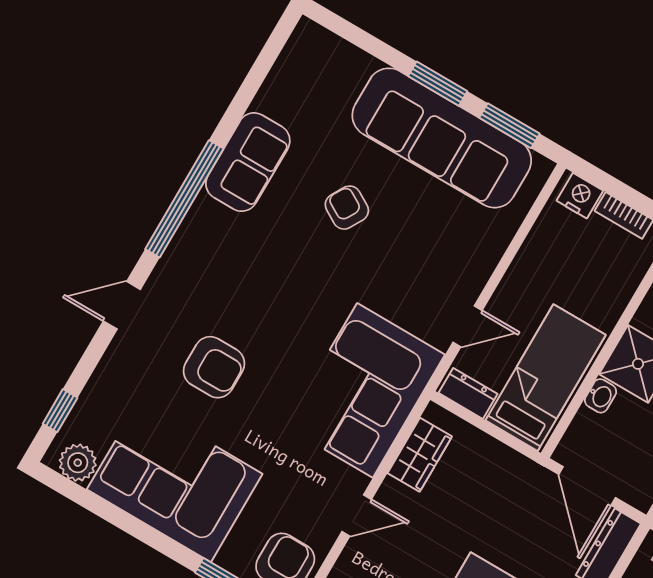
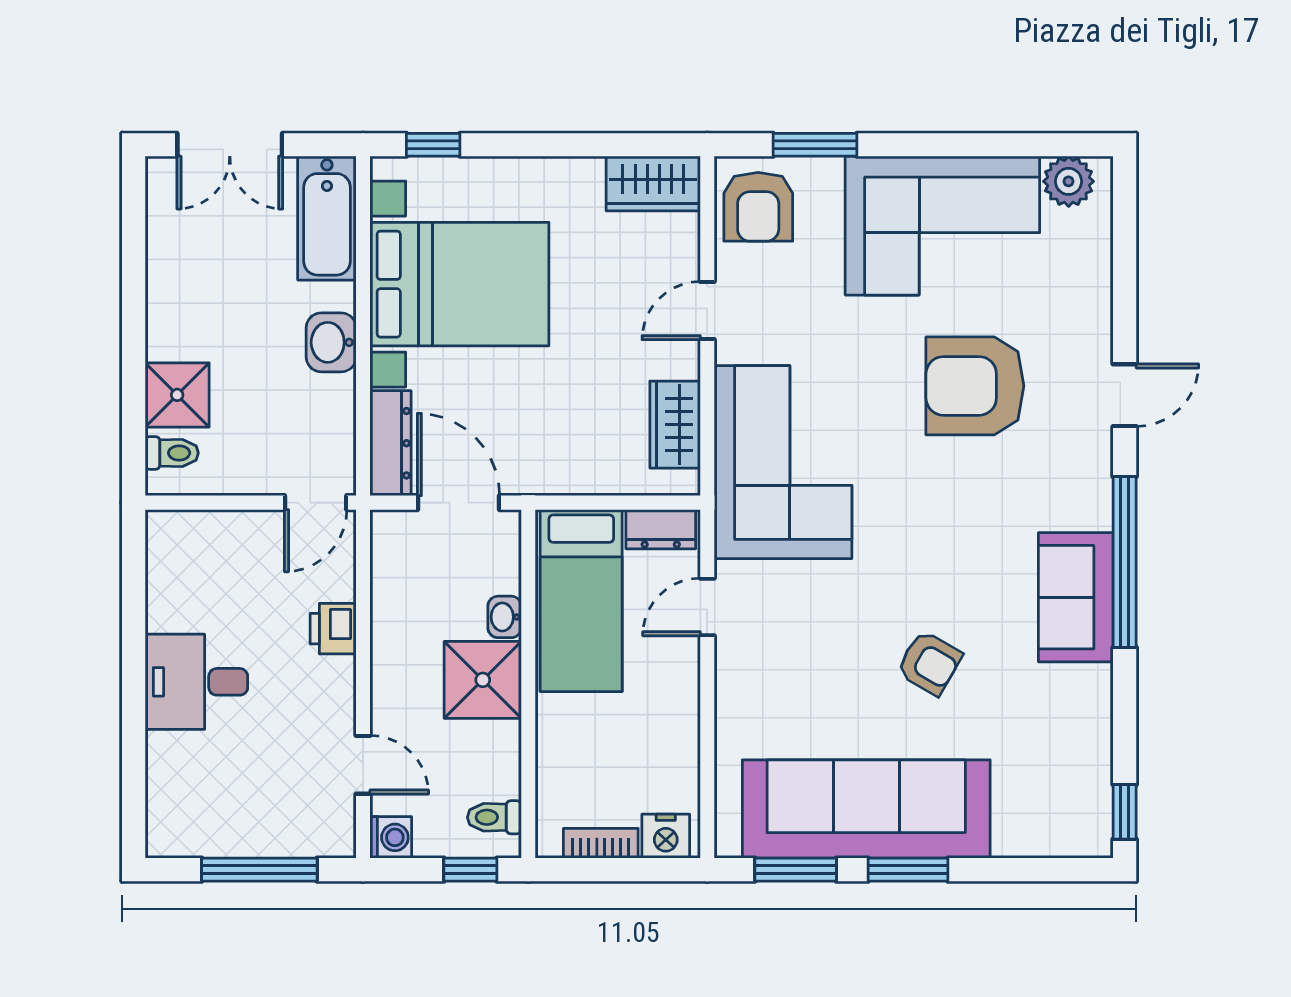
sofa: (248, 162) -> (1076, 597), moved
armchair: (214, 367) -> (975, 386), width x1.36, depth x1.36
window: (60, 411) -> (1125, 812), moved

